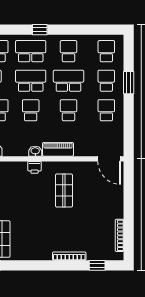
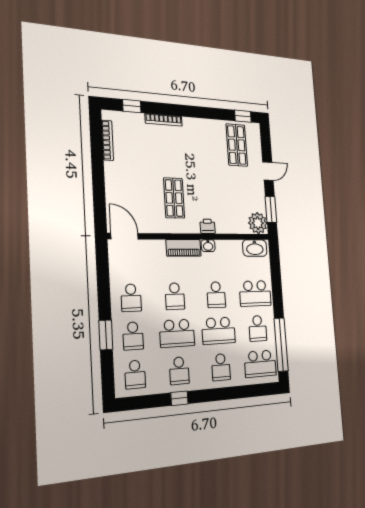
window: (40, 30) -> (179, 398), moved
school desk: (31, 51) -> (221, 367), width x0.54

